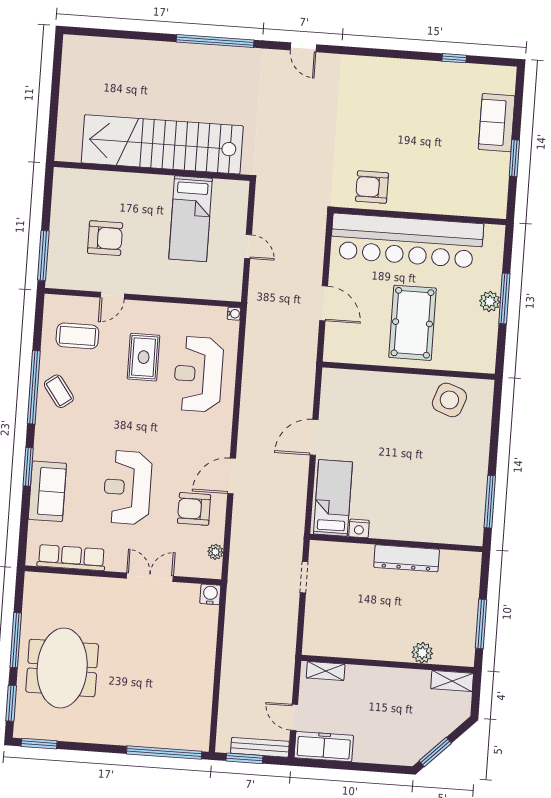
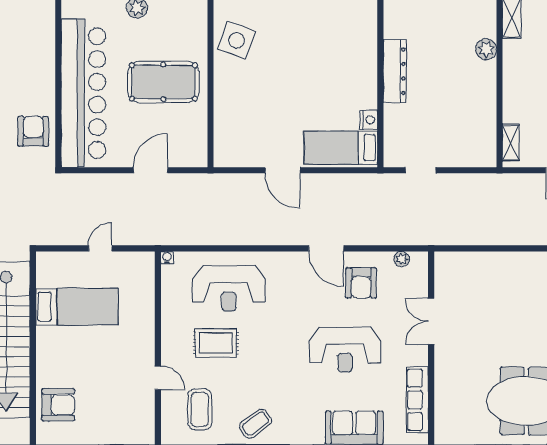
armchair: (372, 187) -> (33, 131), turned 180
armchair: (105, 238) -> (58, 405), moved, turned 90
water cooler: (210, 594) -> (444, 261), removed

